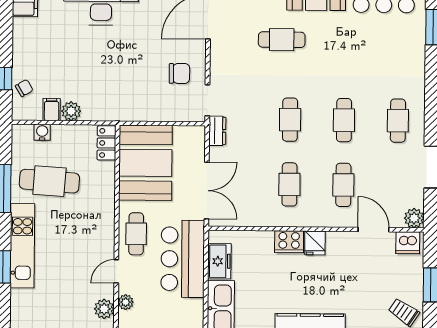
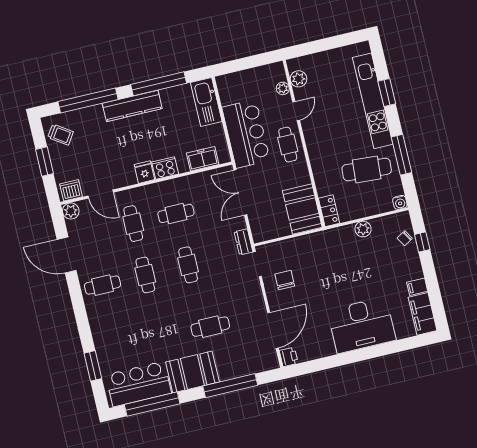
chair: (179, 73) -> (285, 280), turned 90
filing cabinet: (52, 109) -> (417, 287), moved, turned 90
cafe table: (398, 121) -> (103, 285), turned 90
water cooler: (42, 132) -> (400, 202), moved
booth: (145, 163) -> (302, 209), width x0.73, depth x0.70
cafe table: (289, 184) -> (176, 213), turned 90
kitchen unit: (22, 246) -> (373, 101), width x1.36
freezer: (219, 261) -> (203, 159), moved, turned 90

